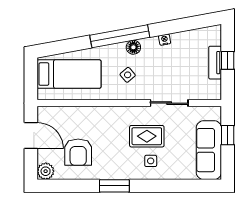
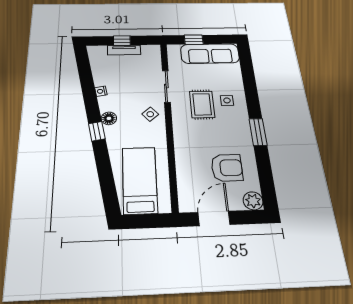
window: (120, 36) -> (97, 131), width x0.32
side table: (128, 75) -> (150, 114), moved

